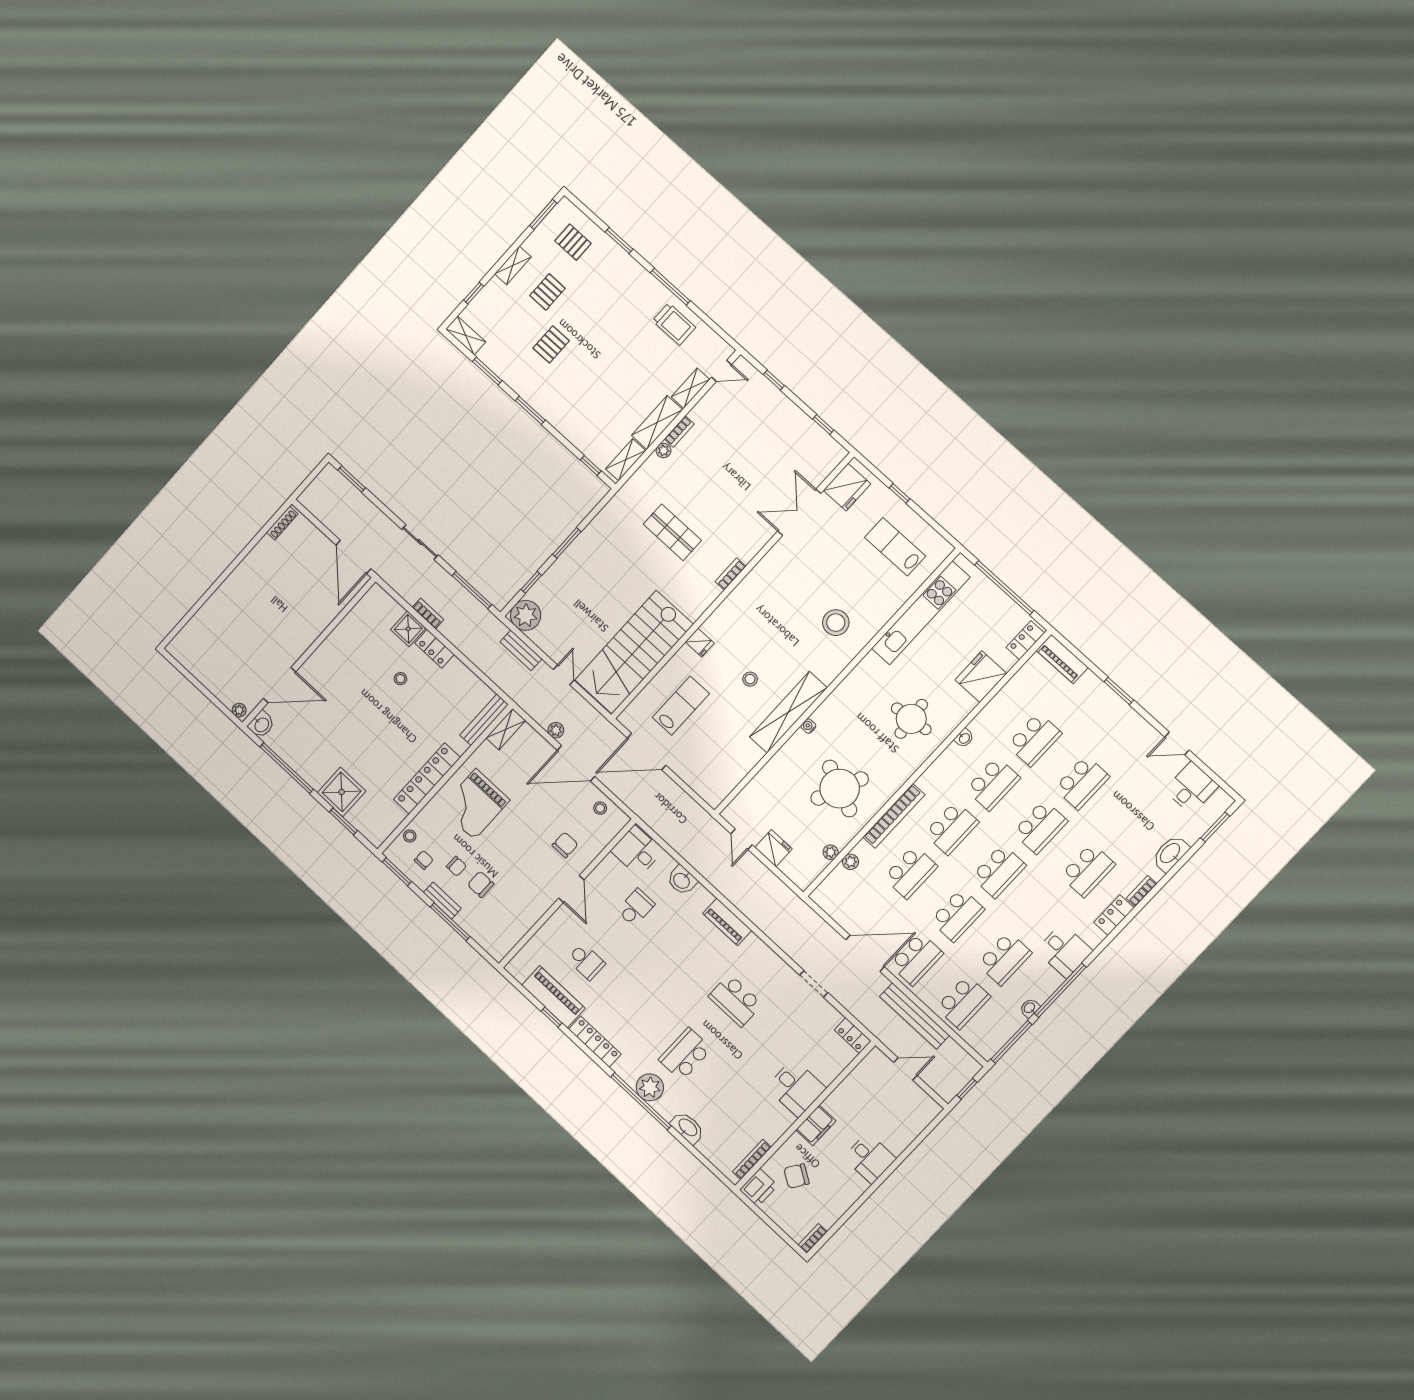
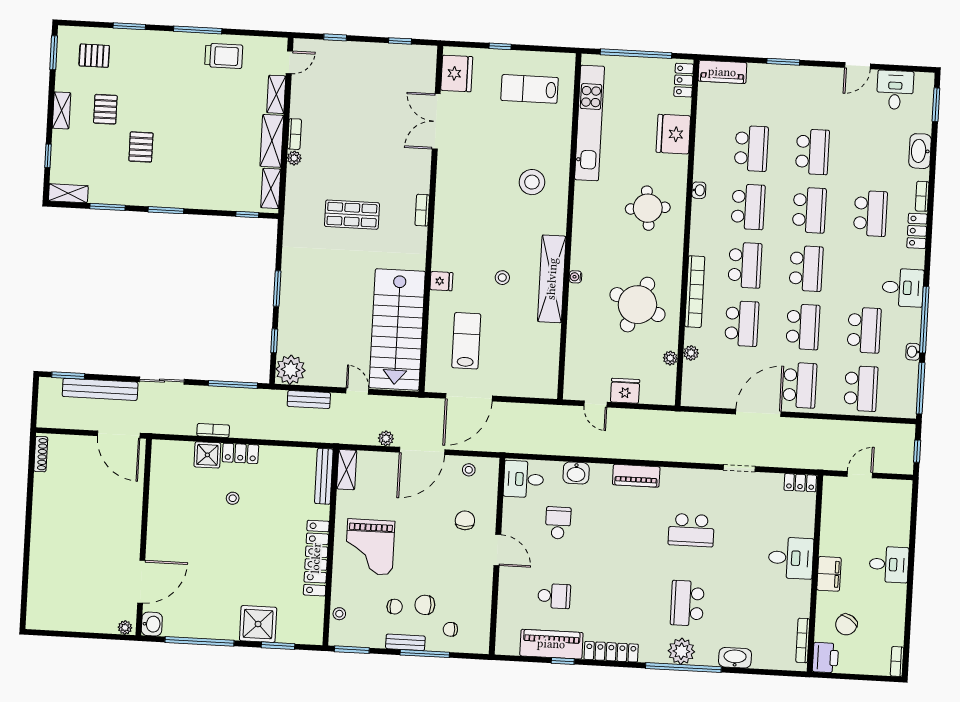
chair: (424, 860) -> (450, 629), moved, turned -90
bench: (915, 1016) -> (100, 389), moved

